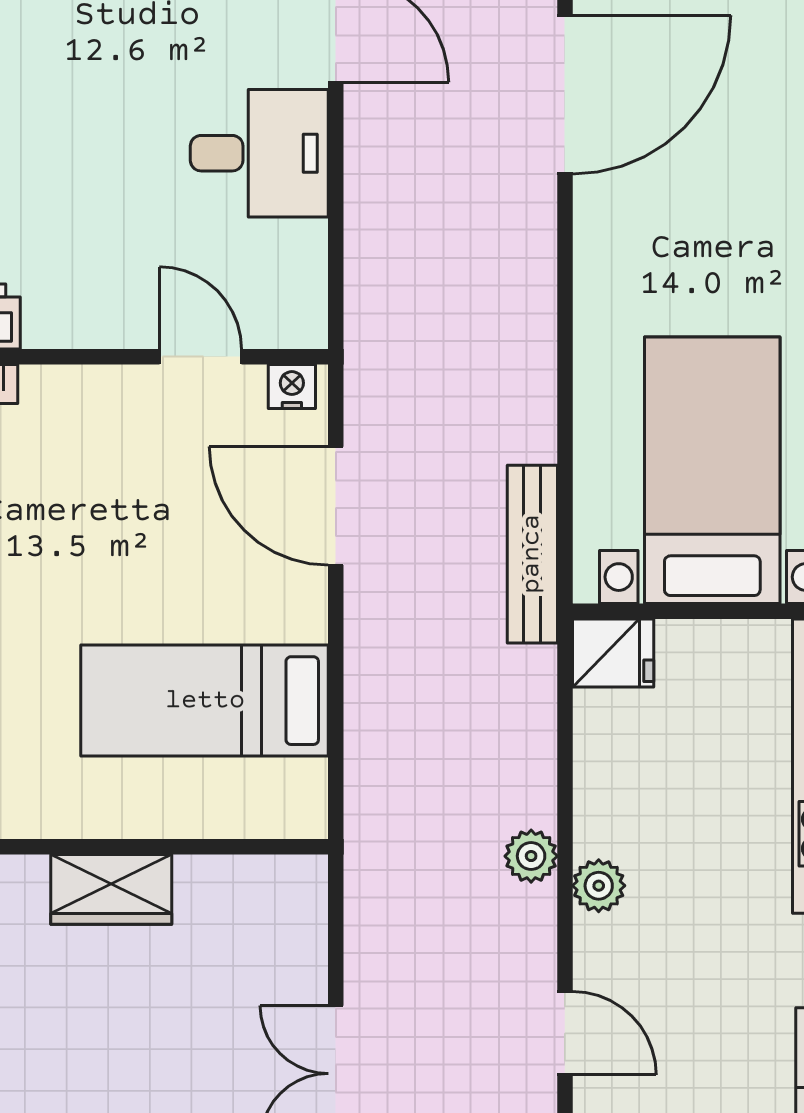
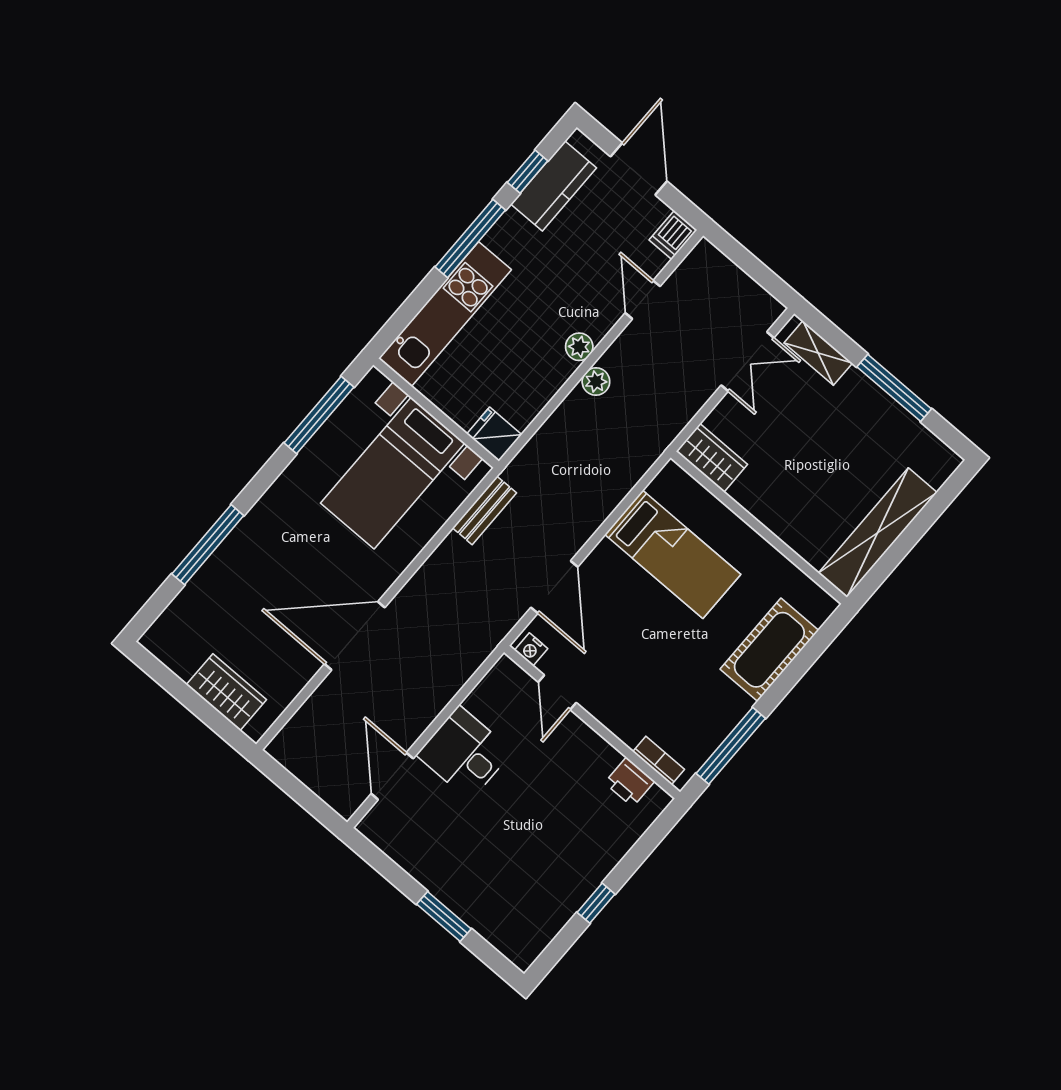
door: (565, 95) -> (355, 636), moved
bench: (532, 554) -> (485, 510), width x0.73
wardrobe: (111, 889) -> (712, 458), moved

